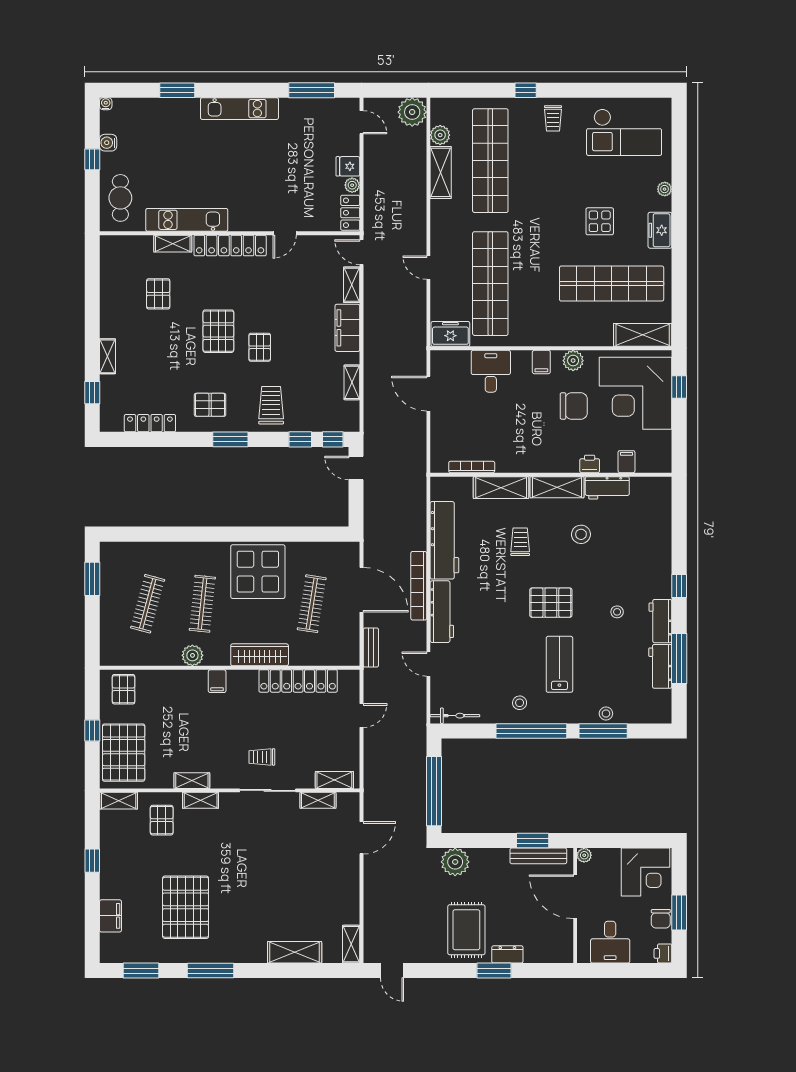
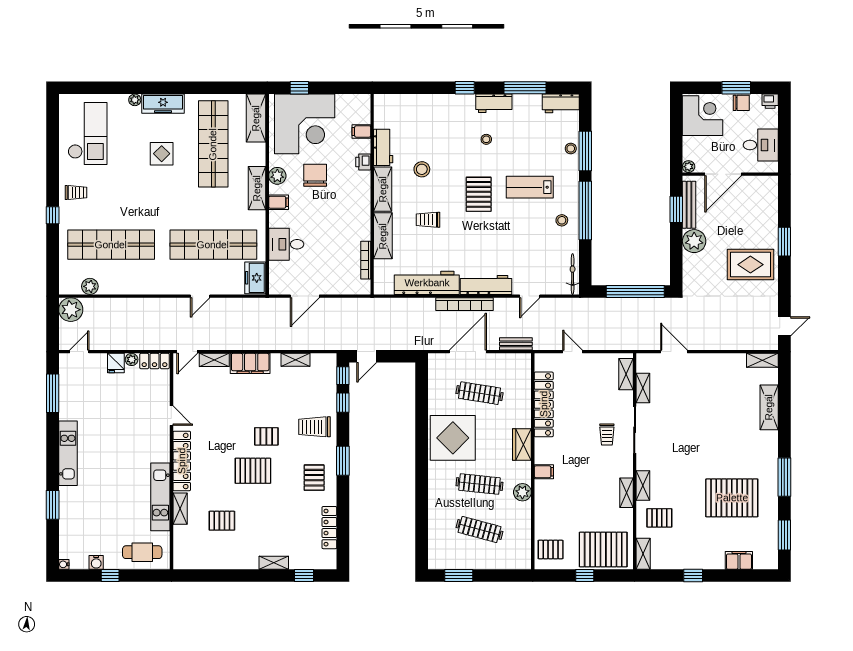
shelving: (441, 172) -> (257, 188), moved, turned 90
freezer: (660, 230) -> (163, 104), width x1.40
wardrobe: (260, 655) -> (522, 444), width x0.67
workbench: (660, 666) -> (561, 103), moved
plant: (455, 862) -> (694, 241), moved
dresser: (507, 954) -> (771, 230), removed

